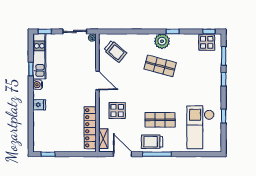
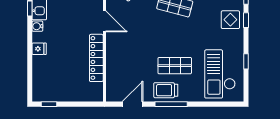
display table: (117, 111) -> (230, 20), moved
locker: (90, 128) -> (96, 58), moved
shelving: (103, 139) -> (111, 87), removed
door: (123, 154) -> (133, 104), hinge flipped

